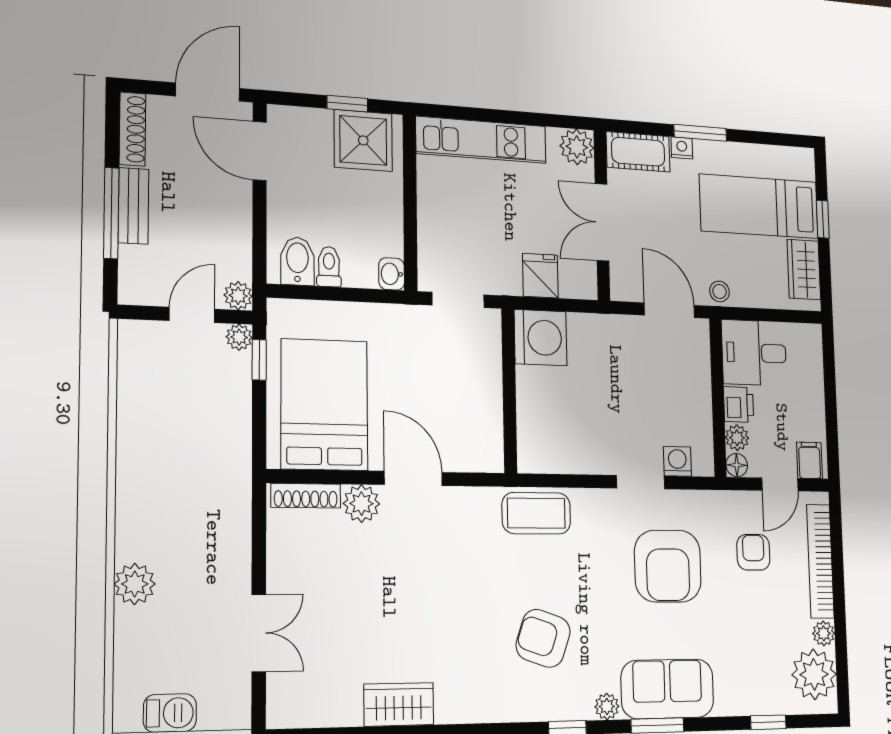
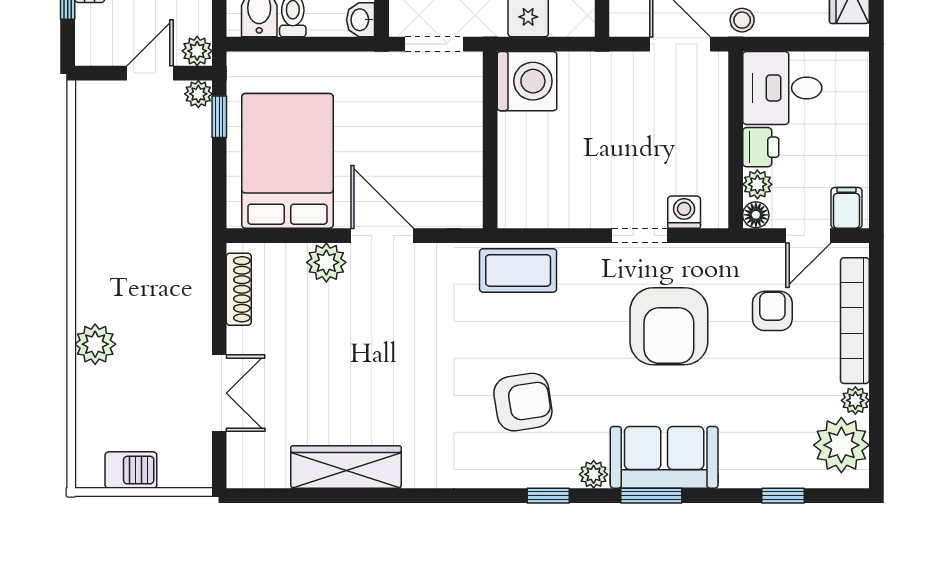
shoe rack: (306, 496) -> (239, 289), moved, turned -90
armchair: (543, 638) -> (523, 402), turned 152
wardrobe: (399, 704) -> (346, 467), width x1.50

